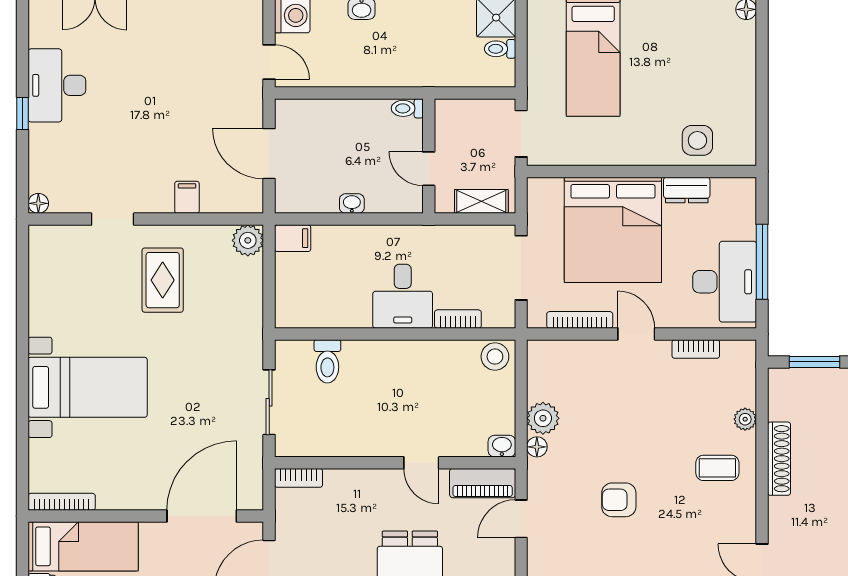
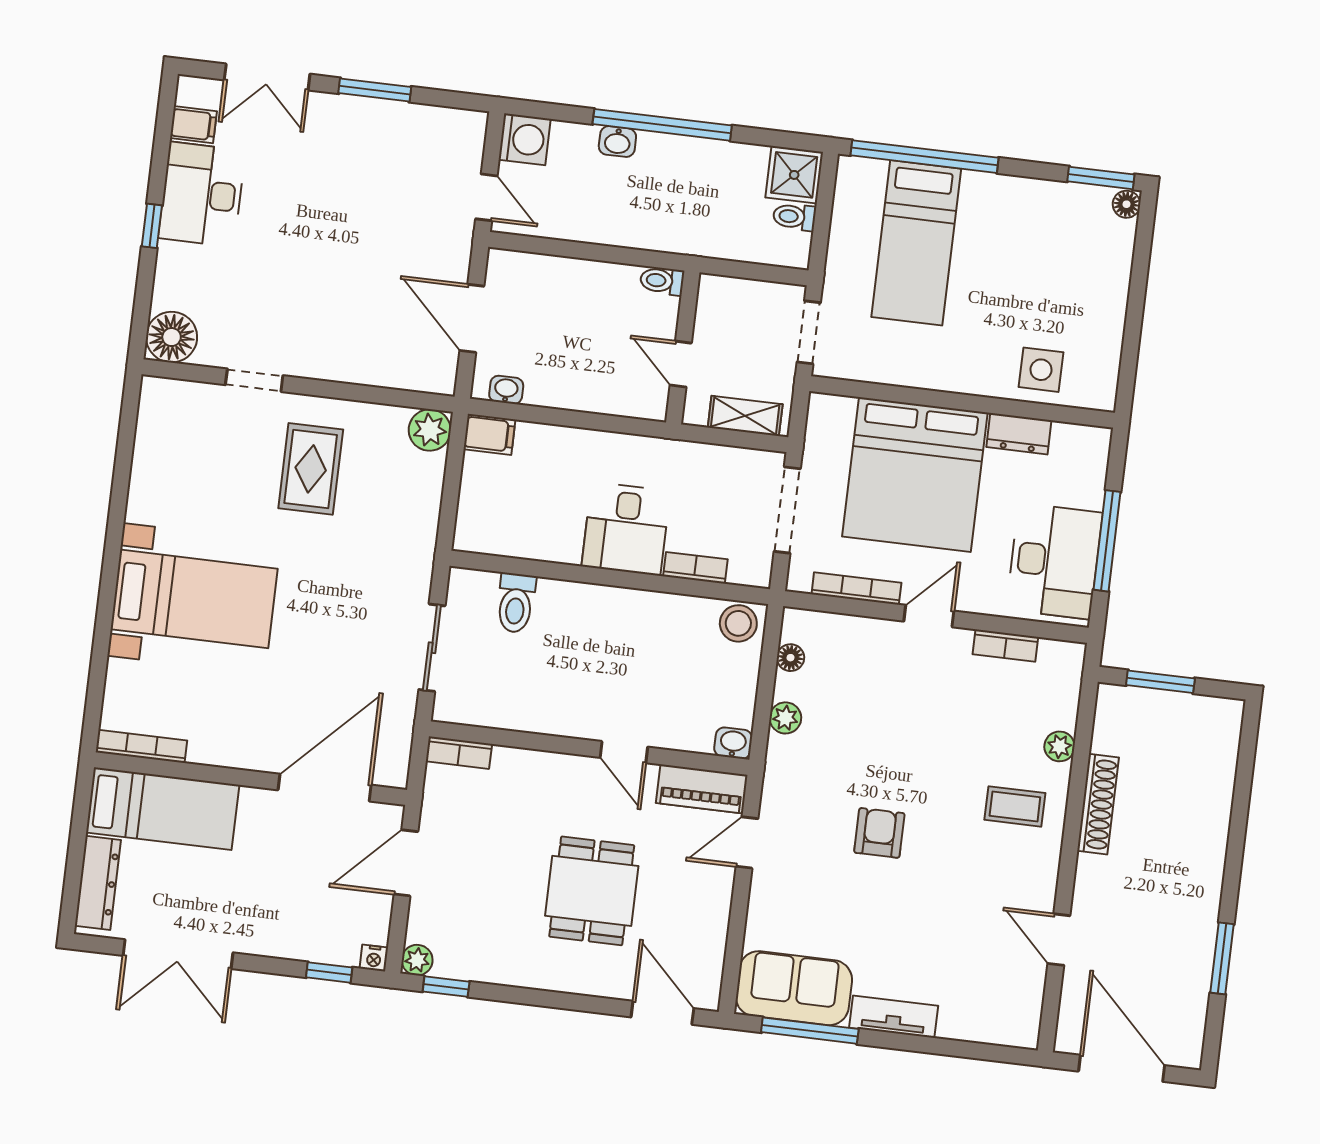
filing cabinet: (187, 197) -> (193, 125), moved, turned 90
floor lamp: (38, 203) -> (172, 337), width x1.89, depth x1.89
washbasin: (352, 204) -> (506, 390), moved
door: (636, 334) -> (929, 616), hinge flipped
plant: (543, 418) -> (785, 718), width x0.73, depth x0.73
floor lamp: (537, 447) -> (791, 658), moved
armchair: (619, 500) -> (879, 833), turned 90

